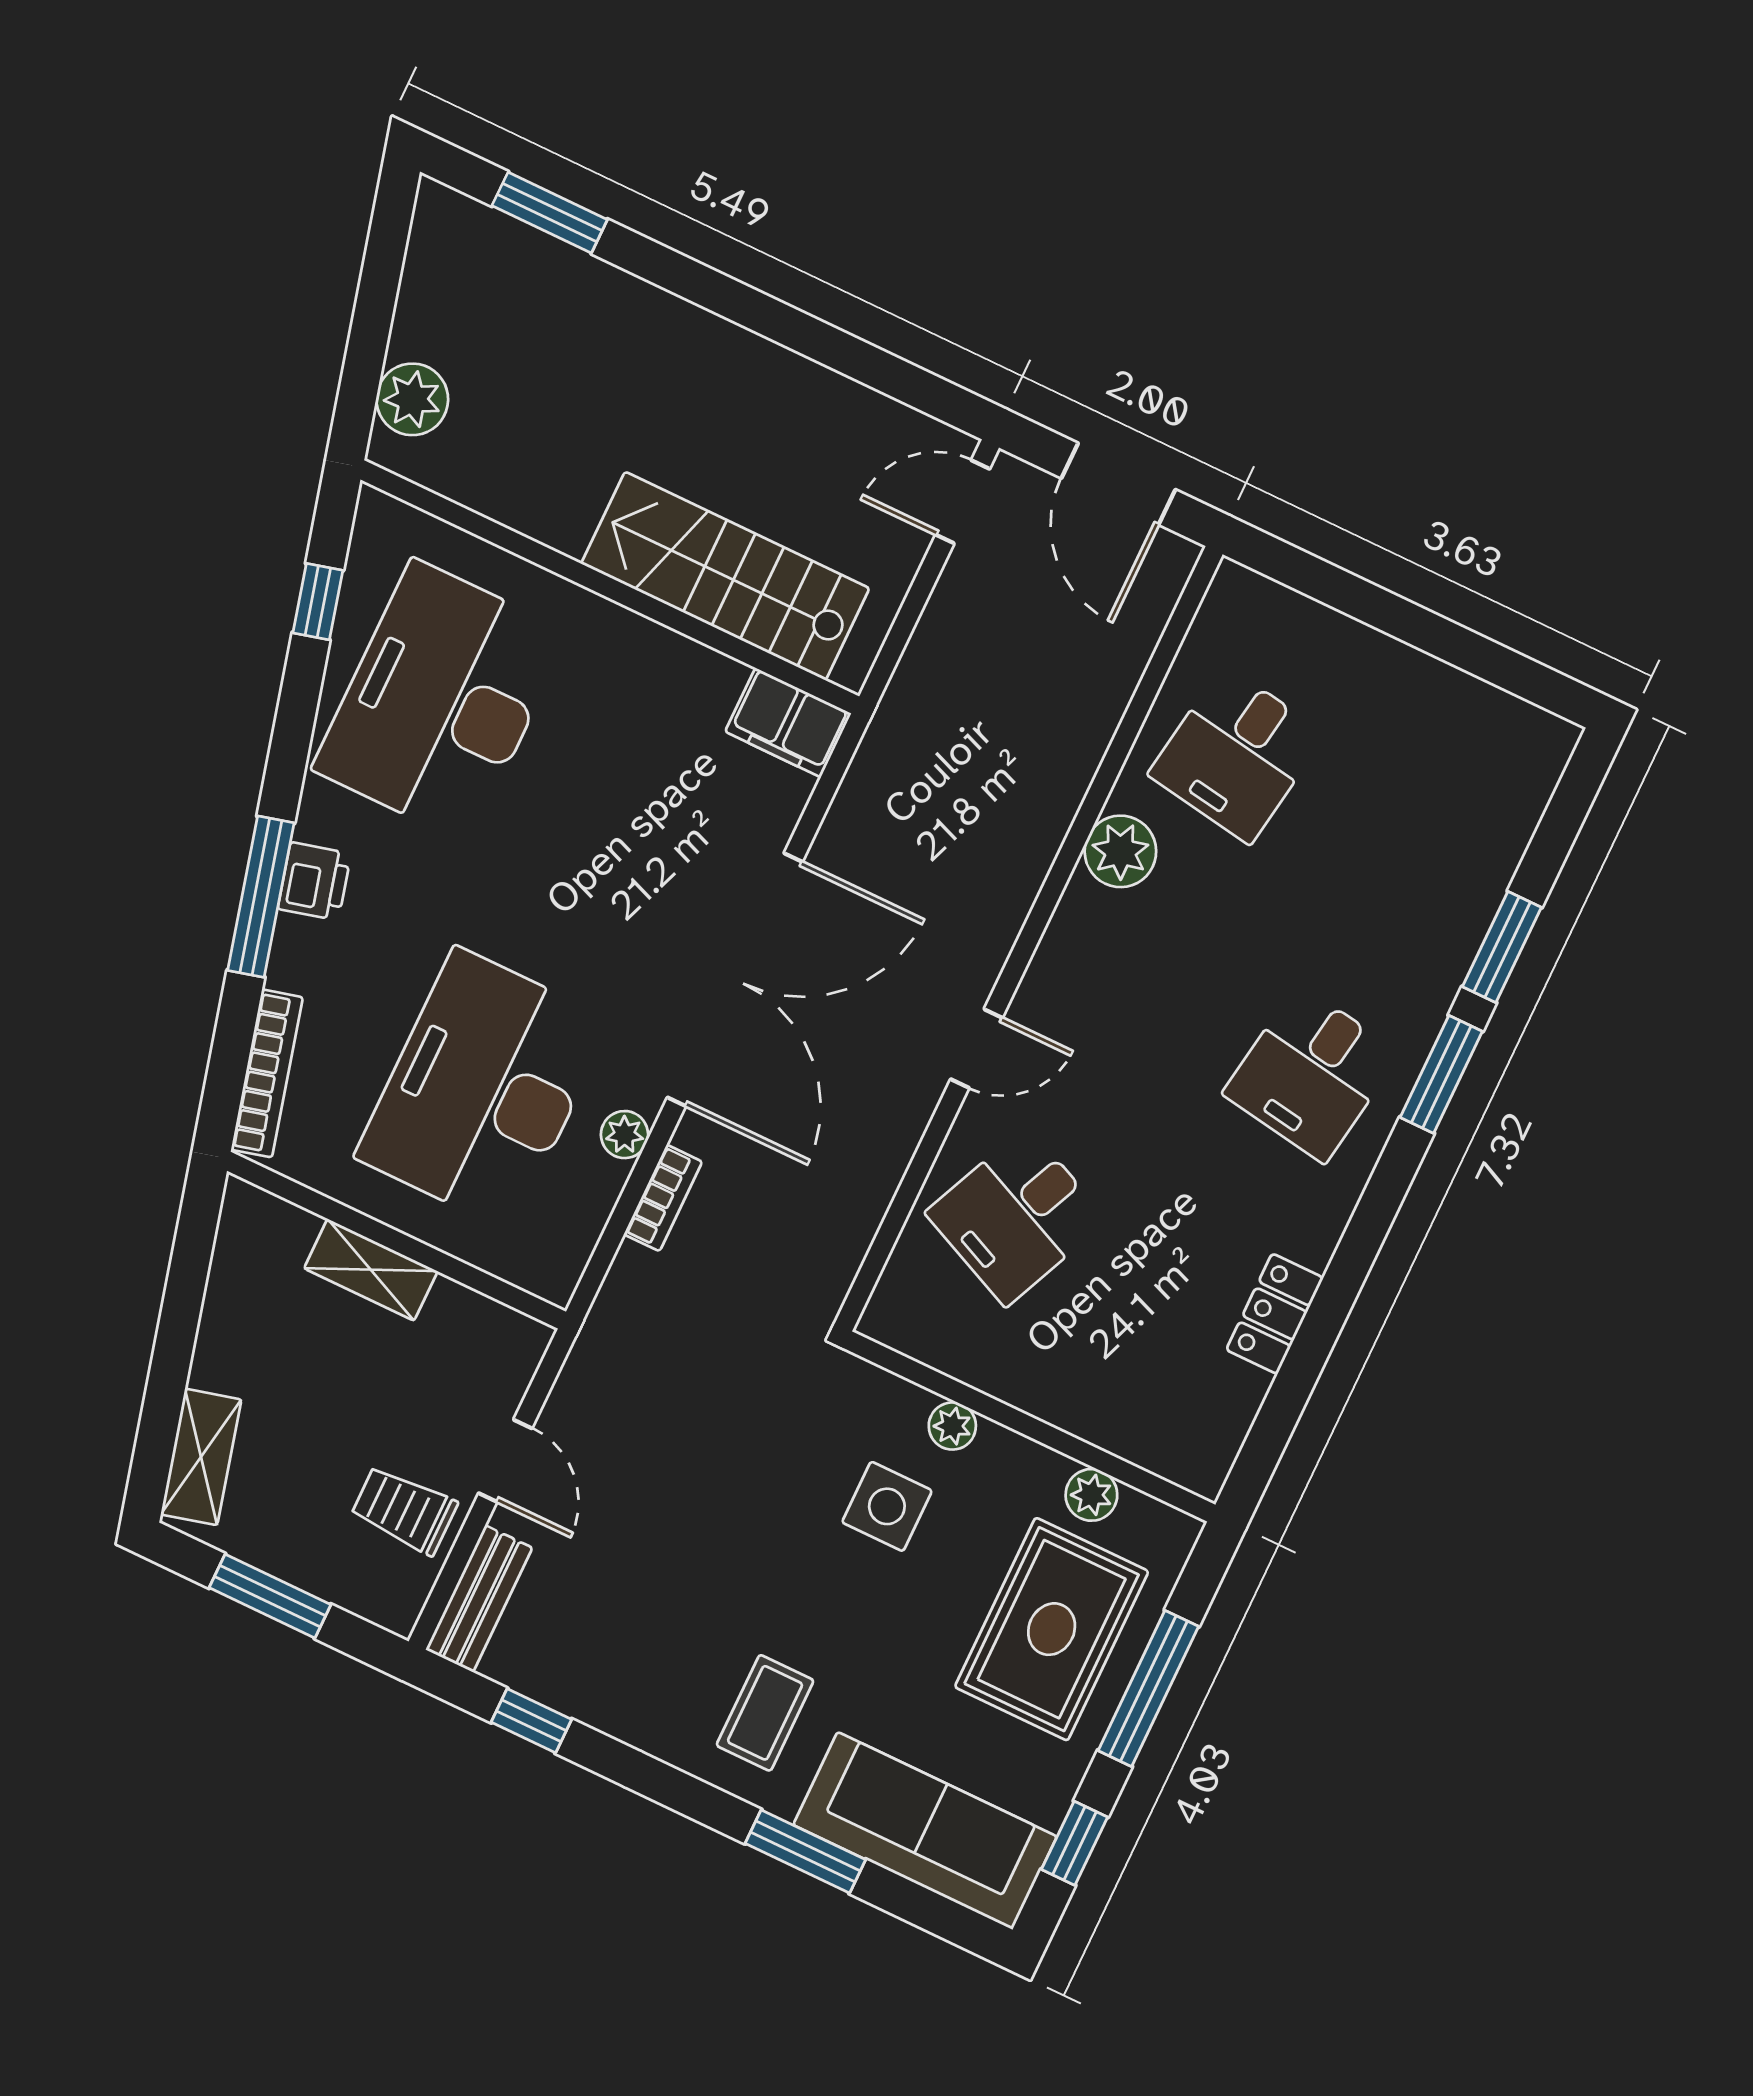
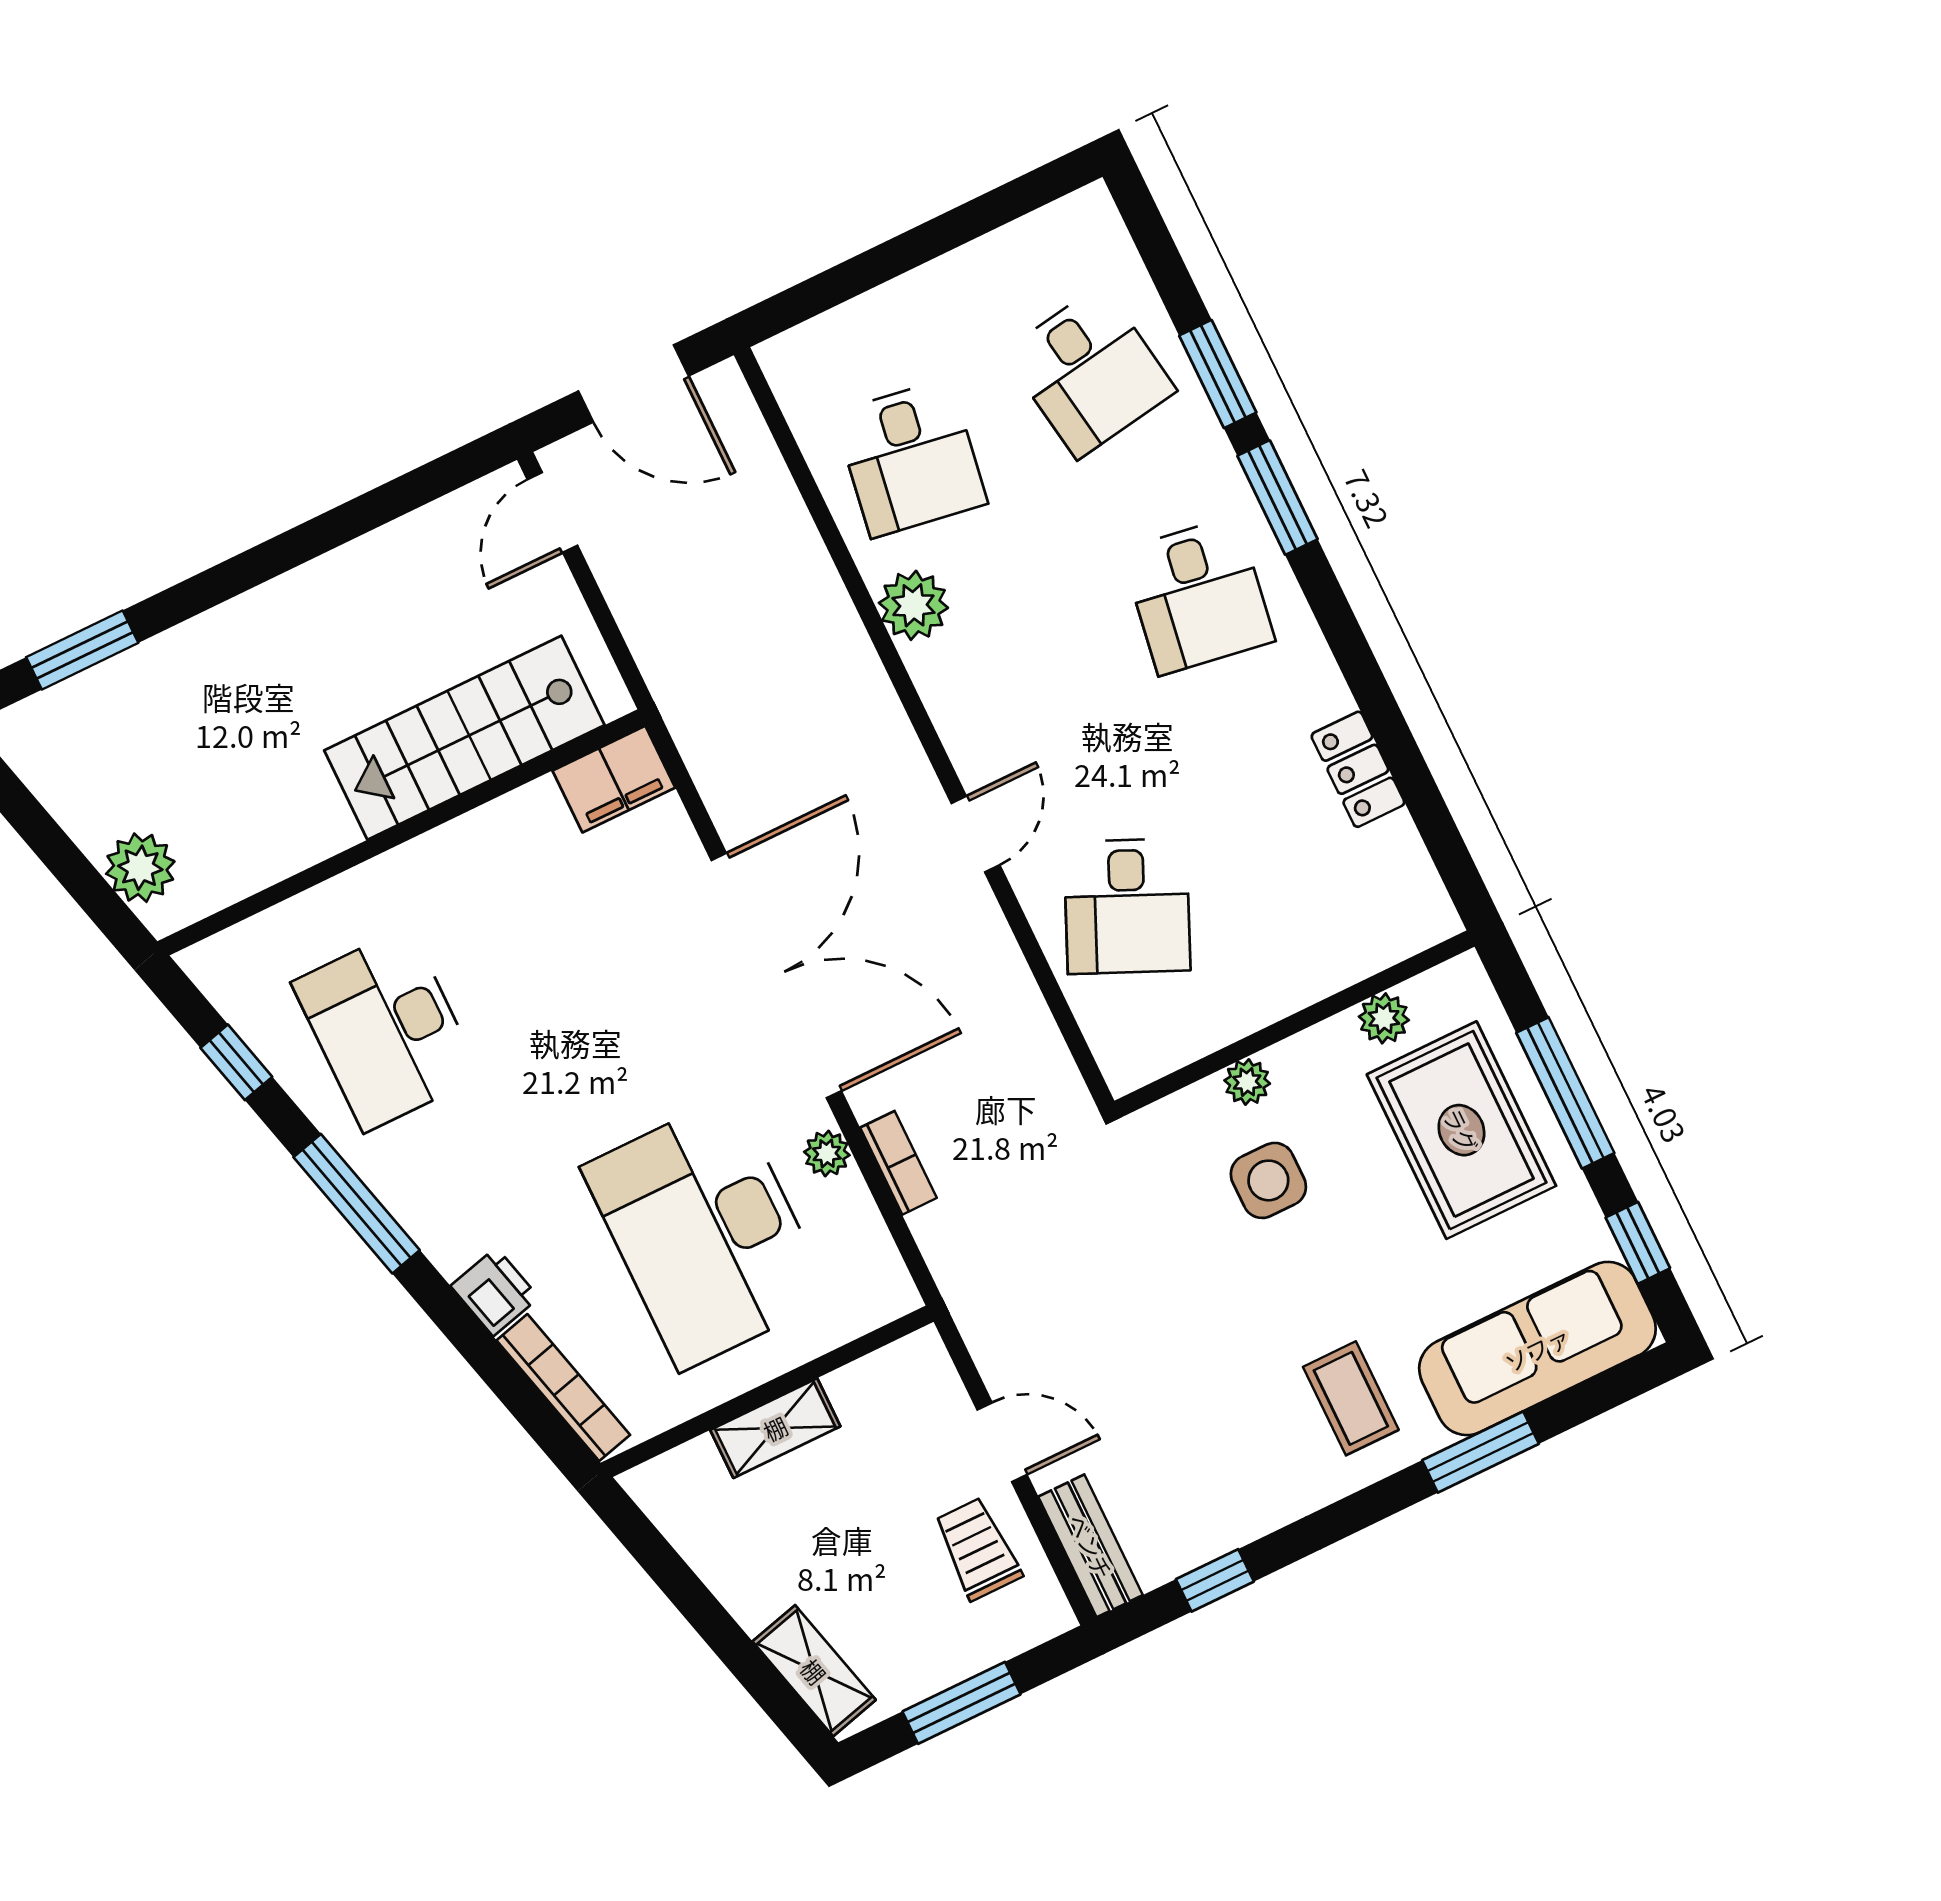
desk: (441, 701) -> (386, 1029), width x0.73, depth x0.77
desk: (1422, 842) -> (1090, 371), added
printer: (314, 881) -> (495, 1292), moved
window: (261, 897) -> (357, 1204), moved
trolley: (404, 1510) -> (978, 1549), turned 90

